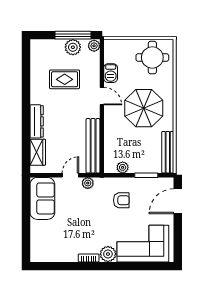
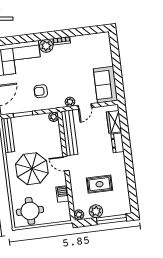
window: (73, 35) -> (112, 219), moved
door: (102, 96) -> (66, 164), moved
dresser: (37, 121) -> (117, 143), width x0.70
plant: (123, 167) -> (54, 117), moved

